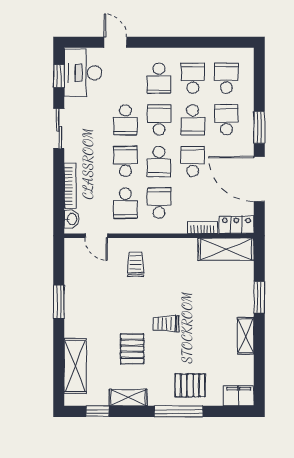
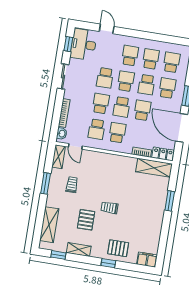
school desk: (159, 78) -> (130, 56), turned 180
trolley: (136, 264) -> (72, 185), moved
shelving: (246, 336) -> (59, 157), moved
window: (179, 411) -> (108, 263), width x0.46

